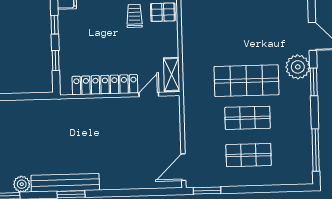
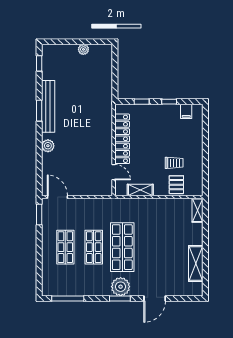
plant: (298, 67) -> (121, 287), moved
shelving: (172, 74) -> (140, 190), moved
plant: (22, 184) -> (48, 146), moved

